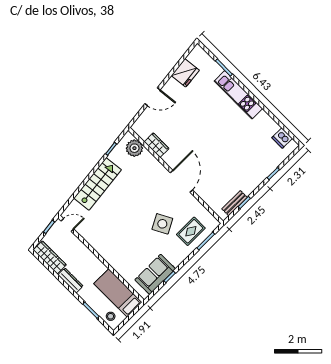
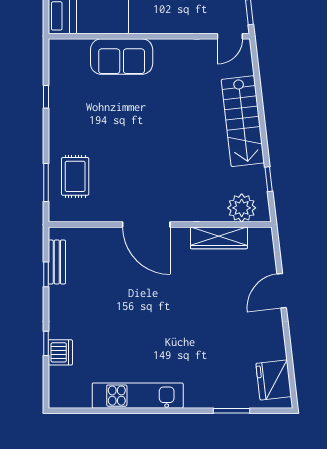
fridge: (185, 73) -> (274, 380), moved
kitchen unit: (238, 95) -> (138, 396), moved
dishwasher: (282, 138) -> (60, 352), moved, turned 90
wardrobe: (157, 145) -> (219, 238), width x1.50
side table: (162, 224) -> (118, 151), removed
sofa: (155, 274) -> (122, 57), moved, turned 90

